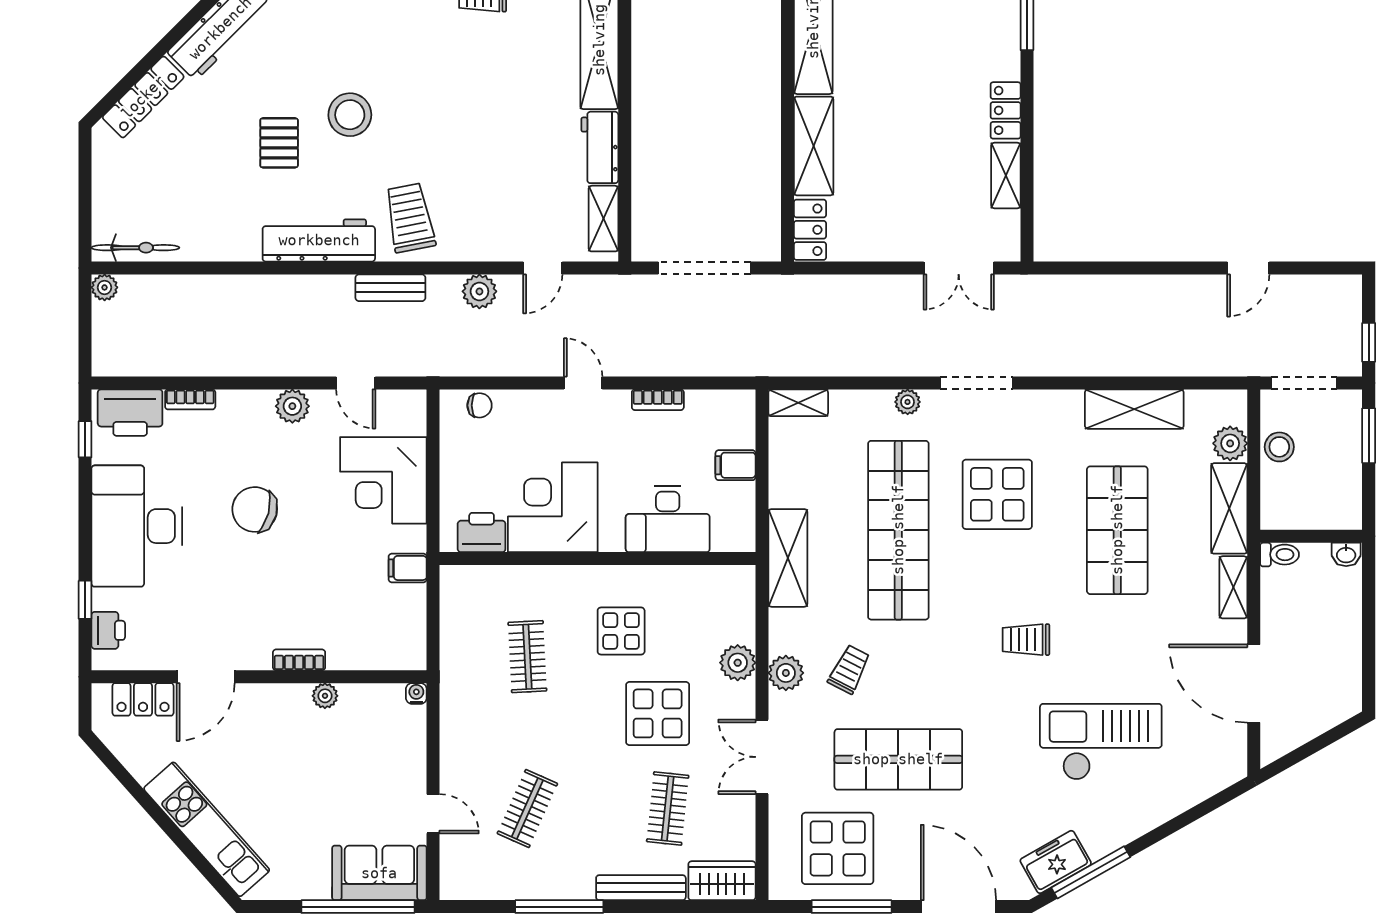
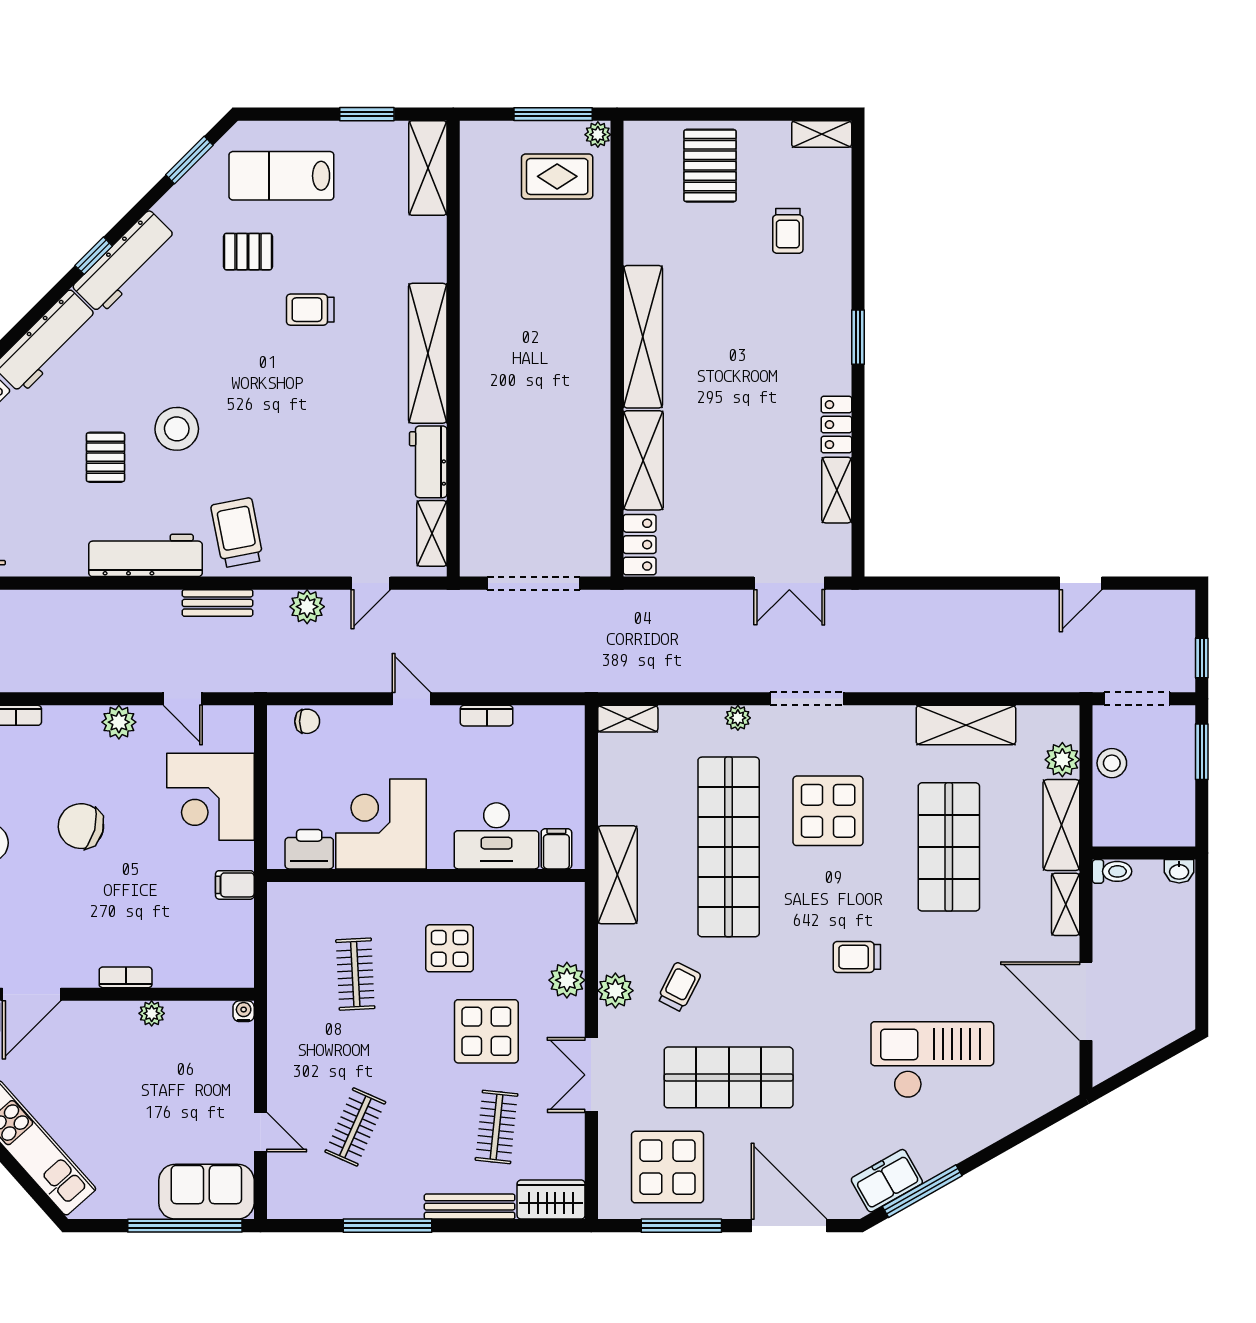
filing cabinet: (736, 465) -> (556, 849), moved, turned 90

